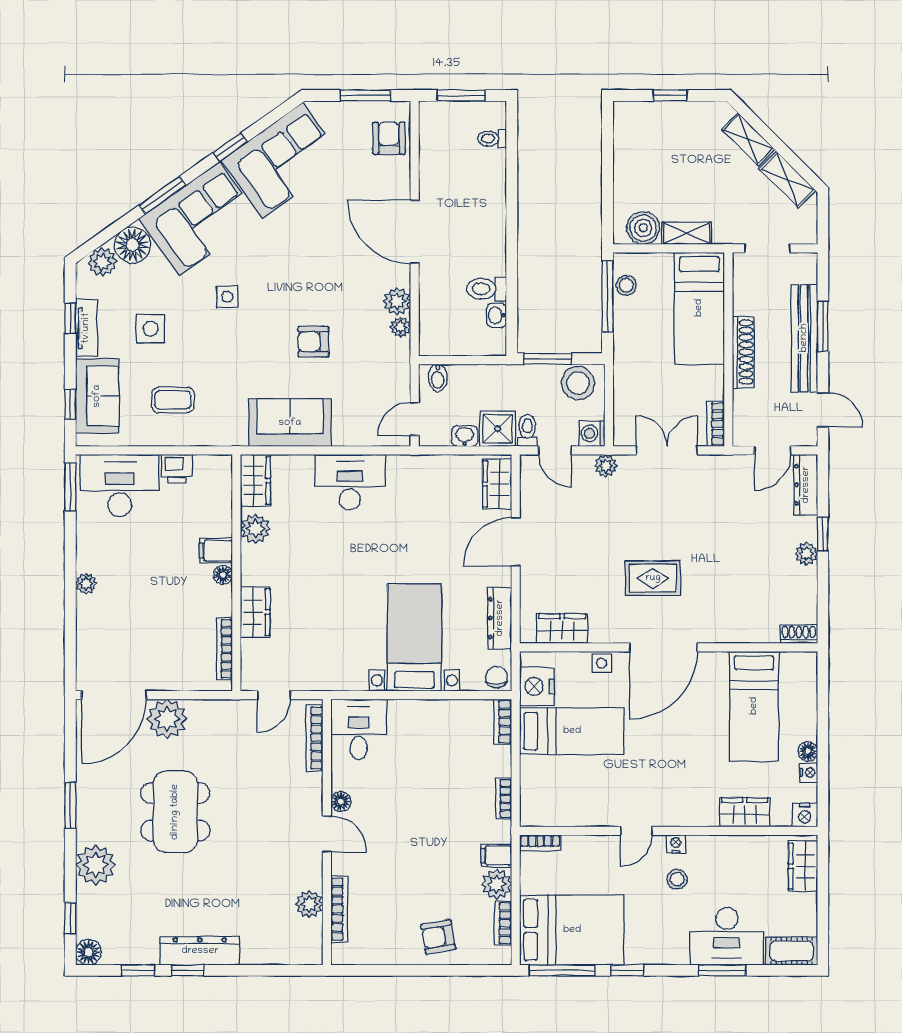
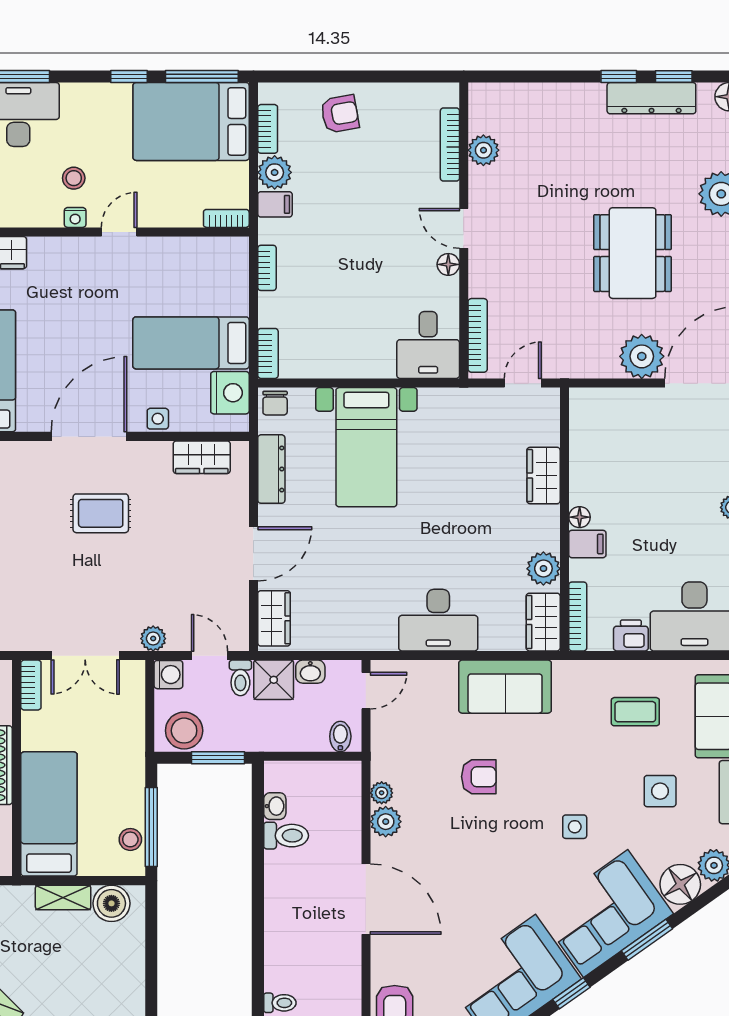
bookcase: (225, 649) -> (578, 616), moved
dresser: (200, 951) -> (651, 98), moved

